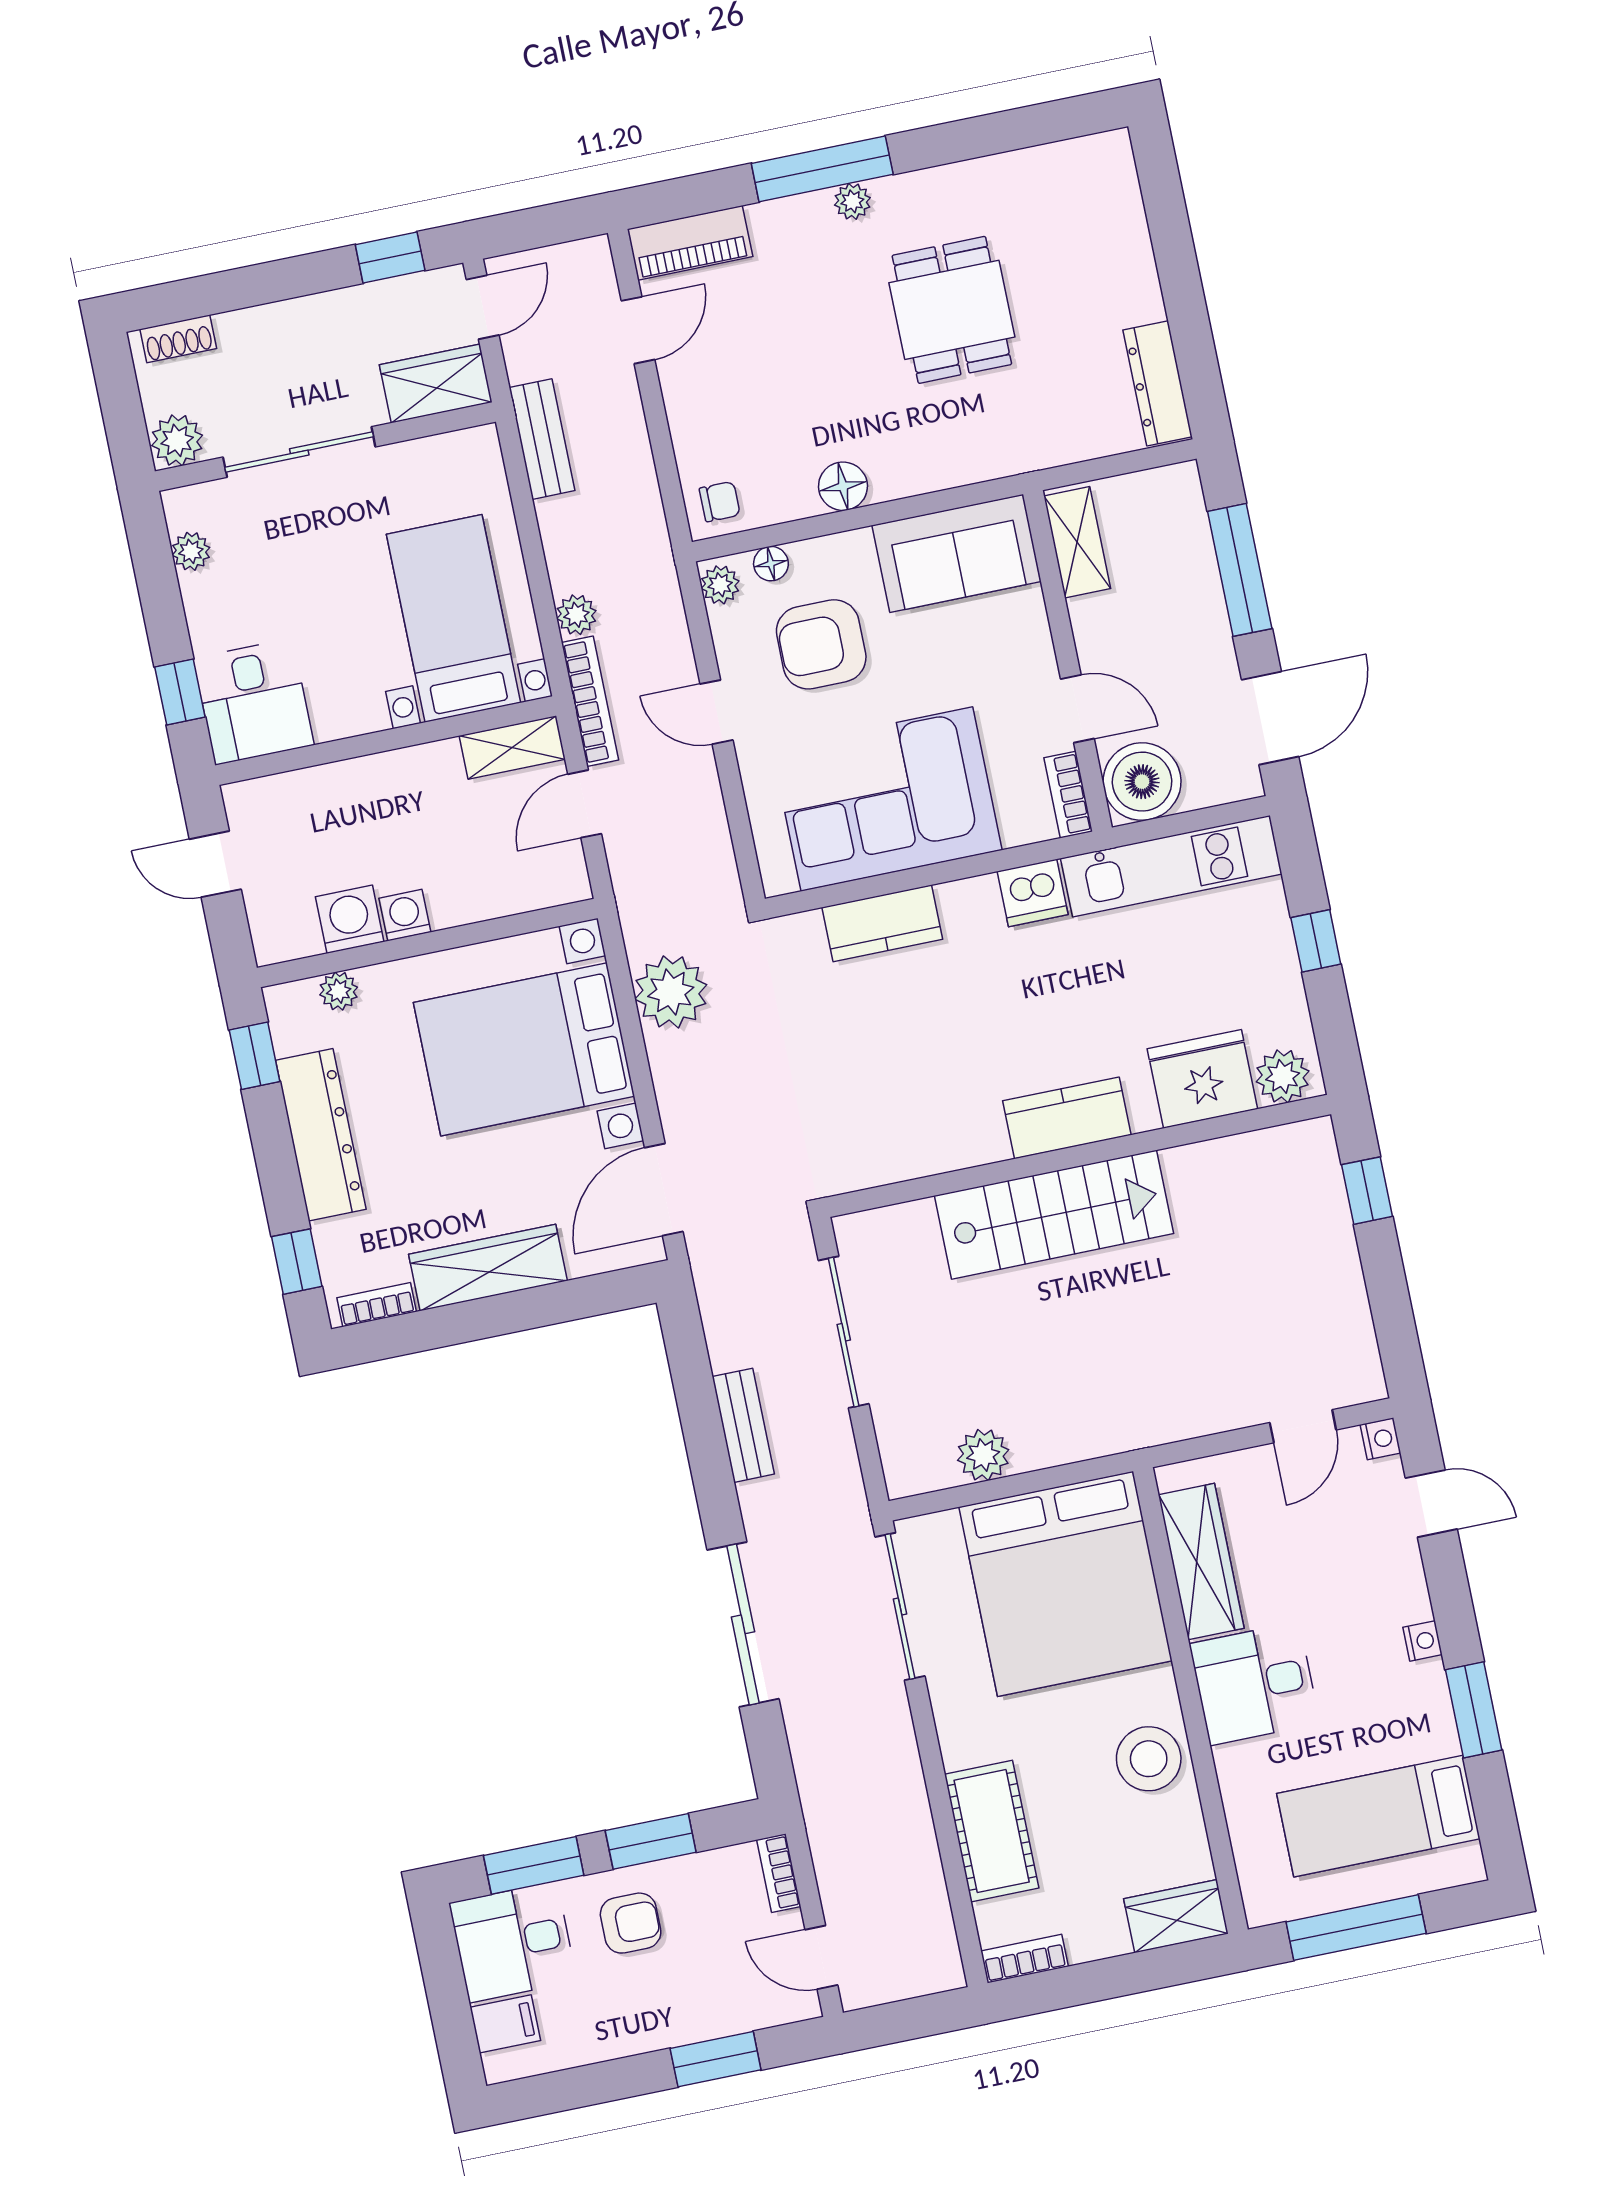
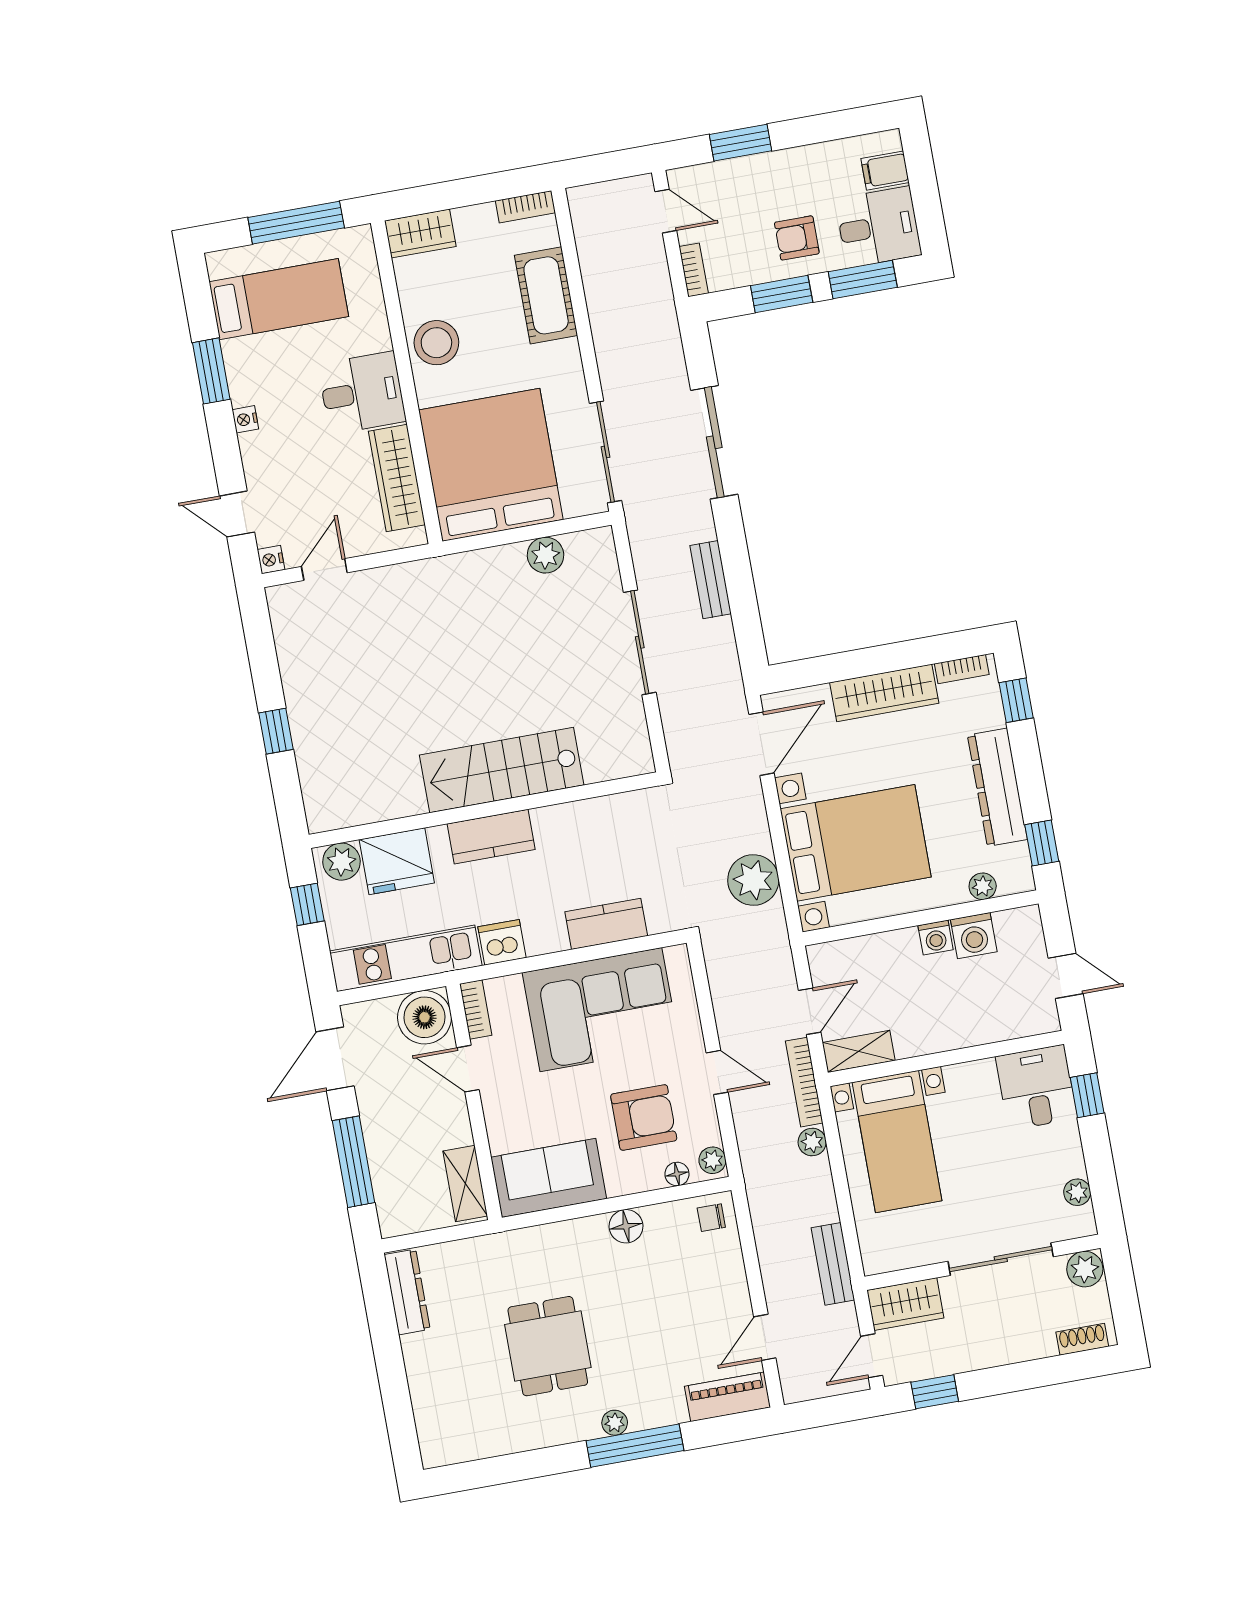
plant: (1283, 1076) -> (341, 862), moved
fridge: (1202, 1079) -> (397, 861), moved
kitchen counter: (1067, 1118) -> (491, 837), moved
wall: (1079, 1156) -> (484, 810), moved
stairs: (1054, 1215) -> (502, 770), moved

